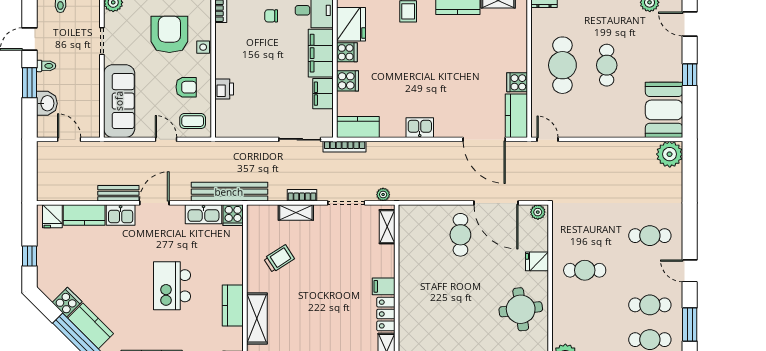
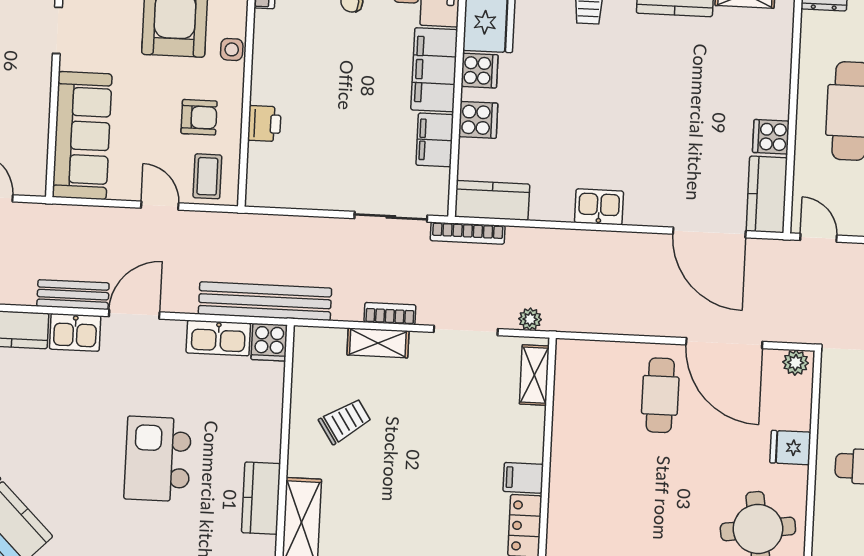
coffee table: (193, 121) -> (207, 176), turned 90

